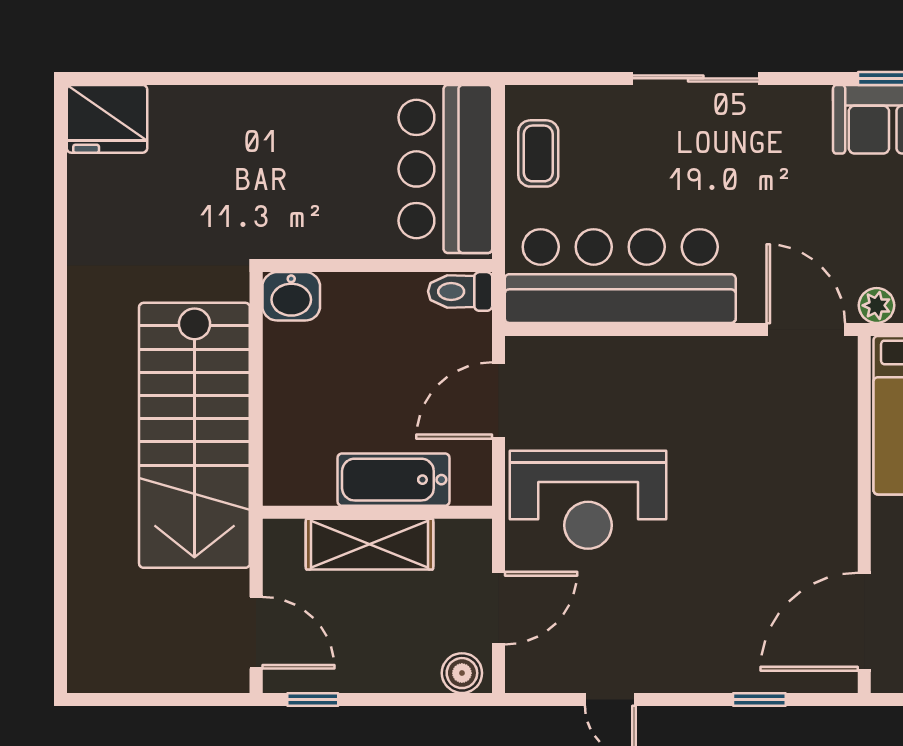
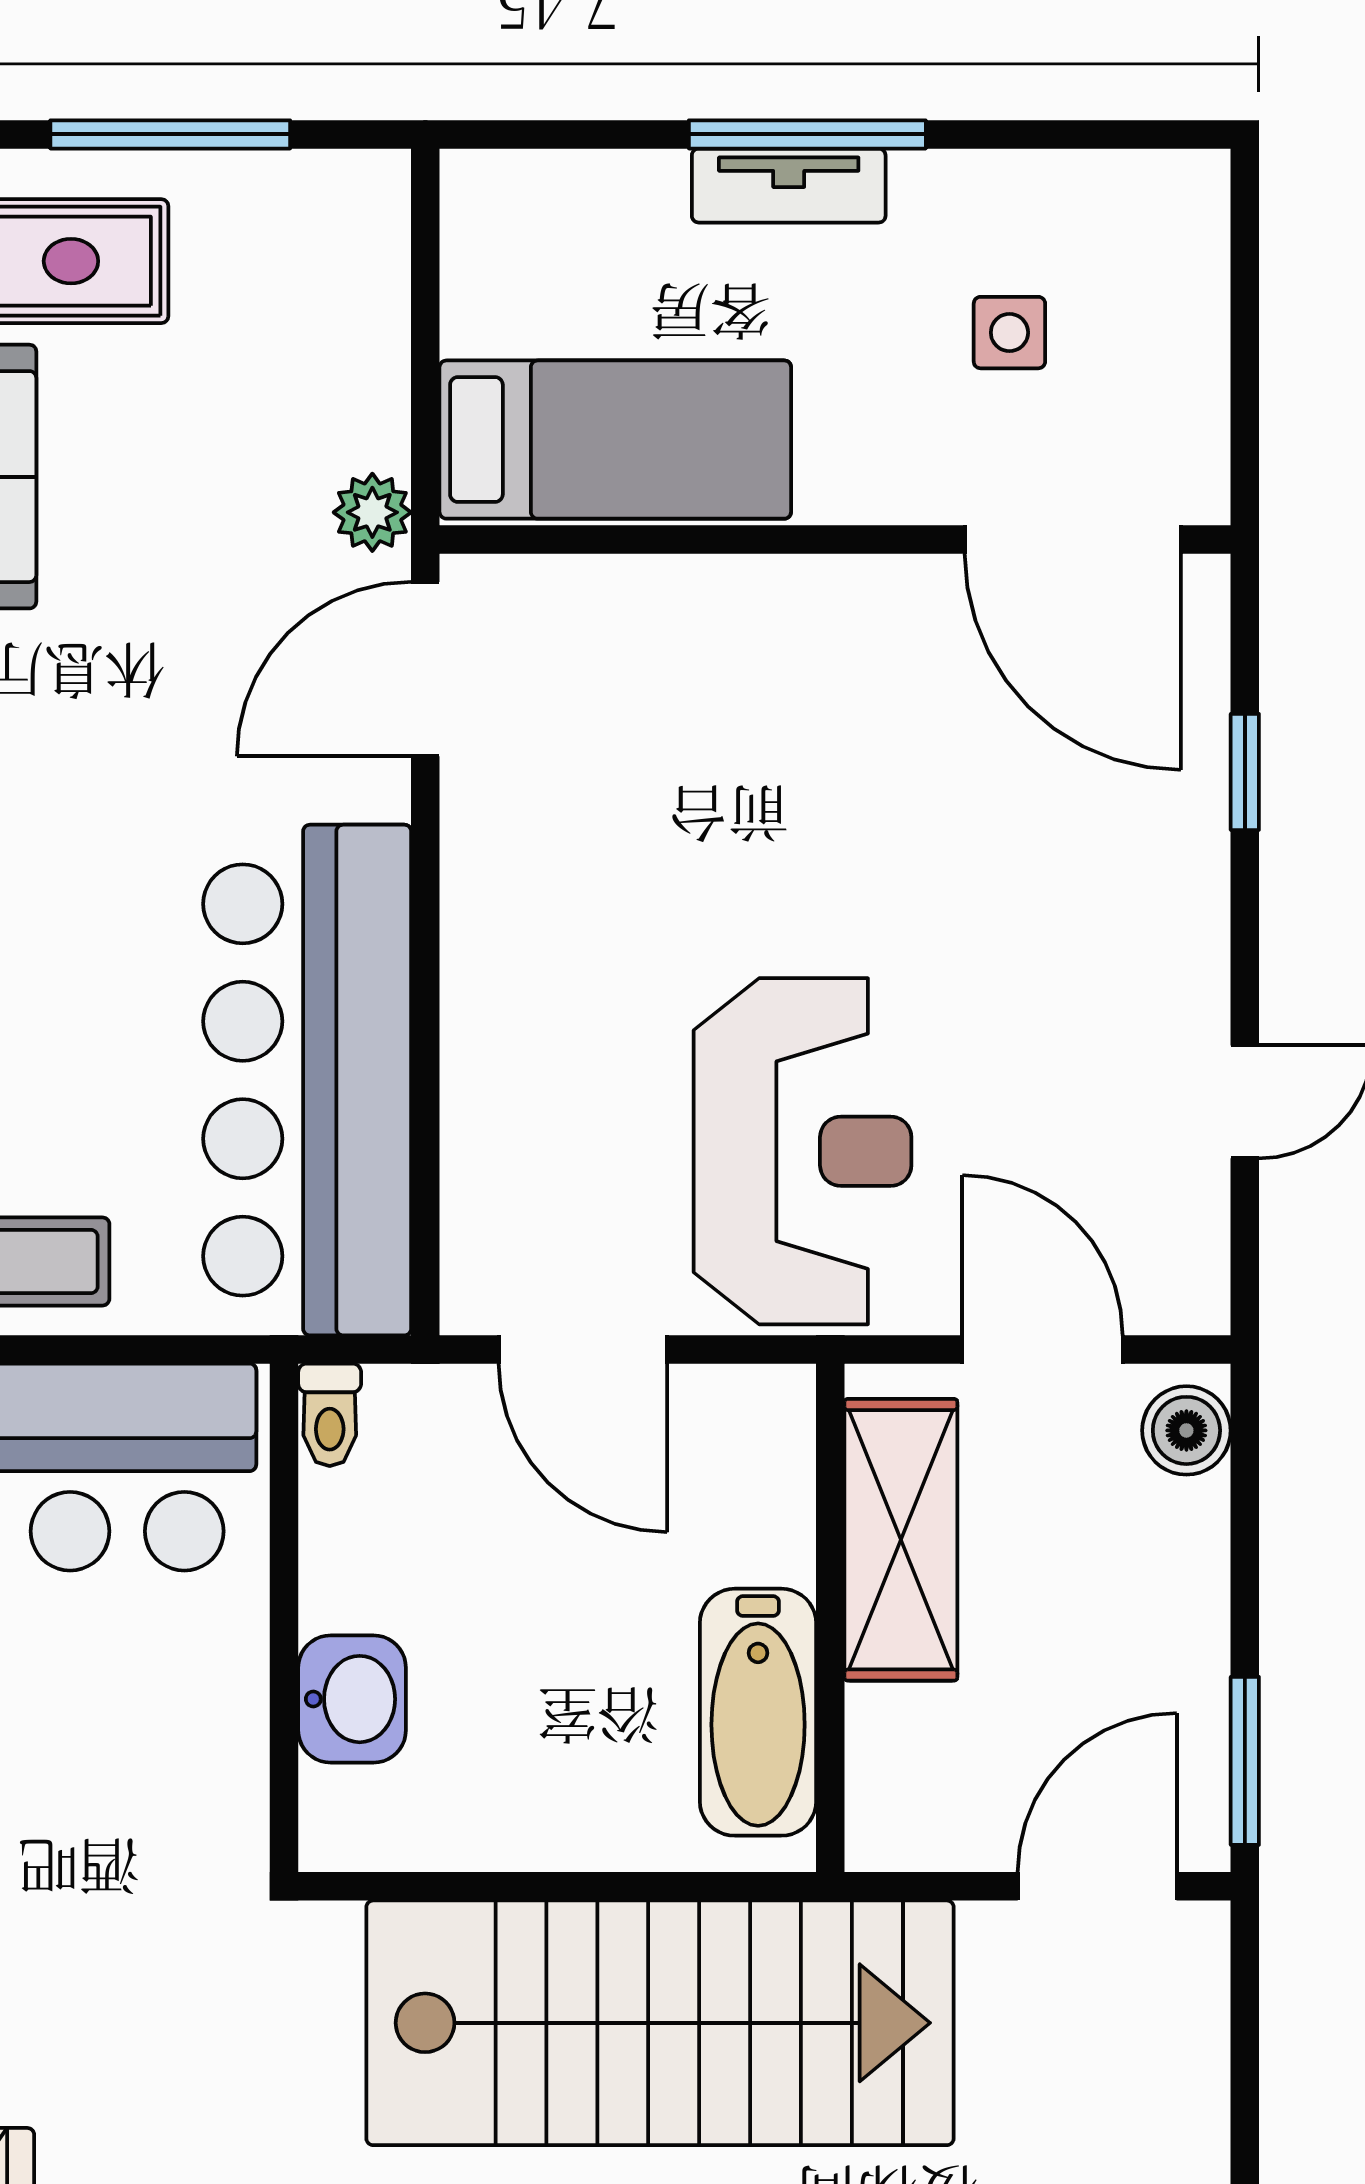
toilet: (460, 291) -> (330, 1415), width x0.73, depth x0.72
washbasin: (291, 296) -> (352, 1699), moved
bathtub: (393, 480) -> (758, 1712), moved
shelving: (370, 544) -> (901, 1540), moved
window: (313, 699) -> (1245, 1761), width x1.50

